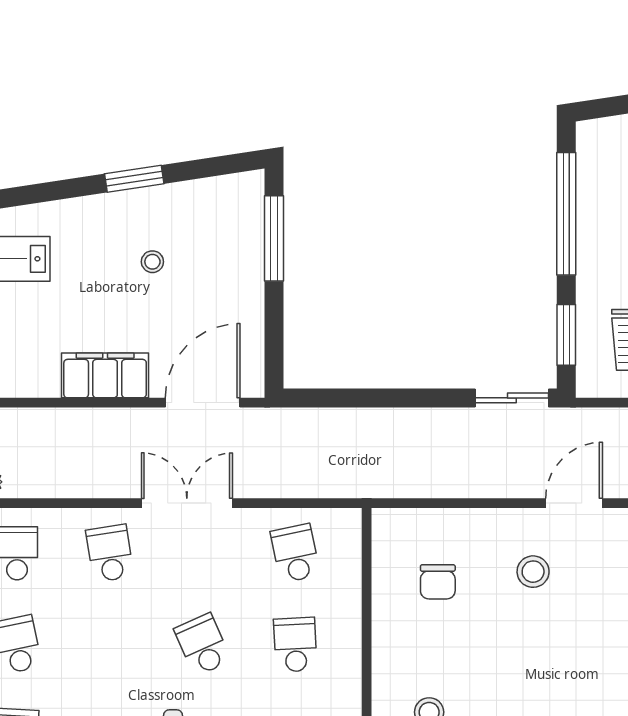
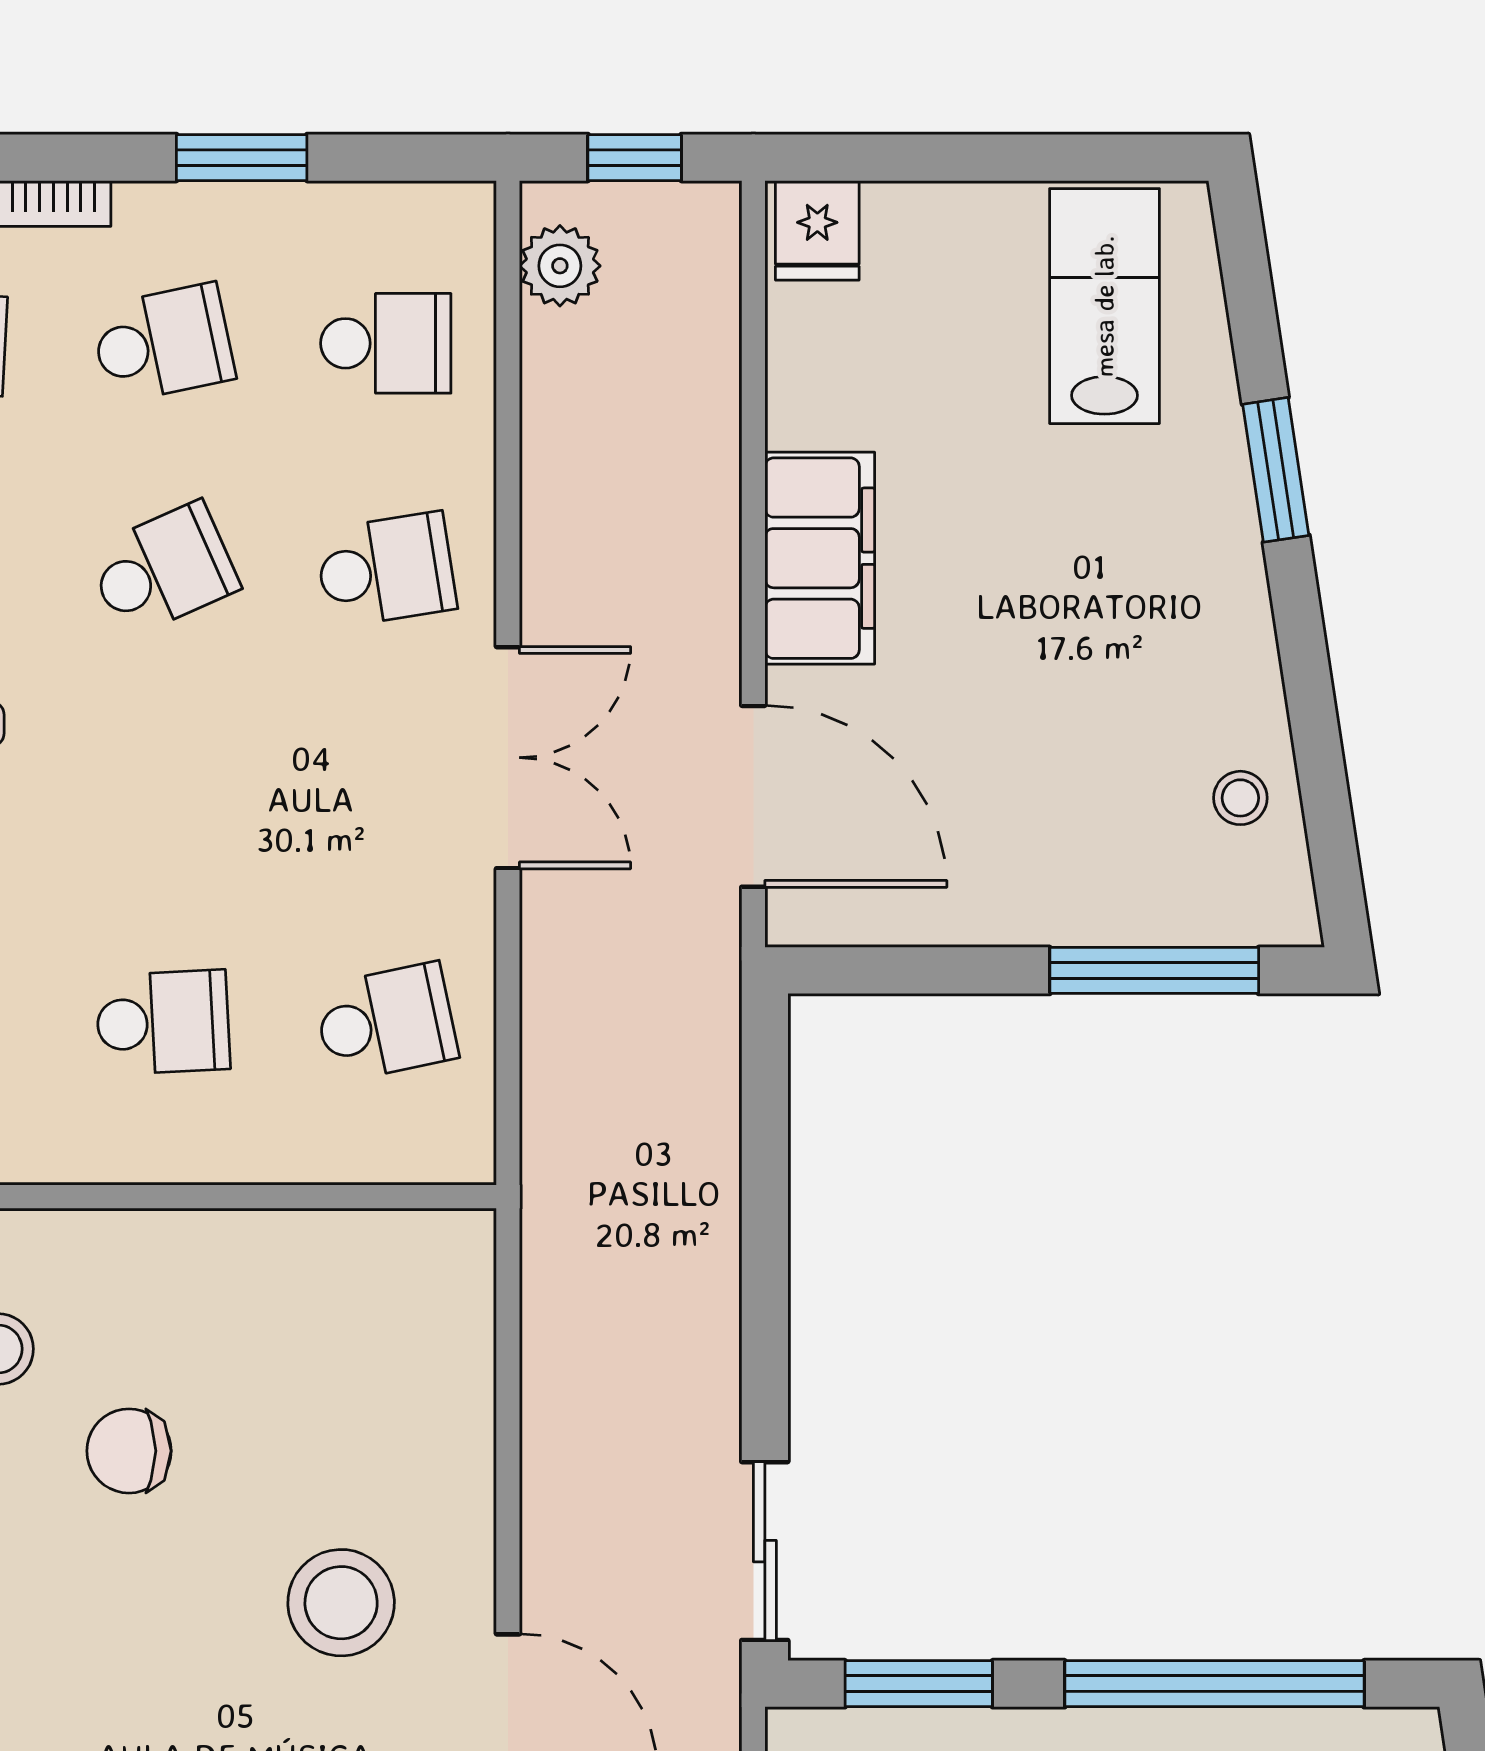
window: (134, 179) -> (1276, 470), moved
stool: (152, 262) -> (1240, 798), moved
stool: (533, 572) -> (341, 1603), width x1.38, depth x1.38
chair: (438, 582) -> (129, 1451), moved
school desk: (203, 645) -> (163, 570), moved

